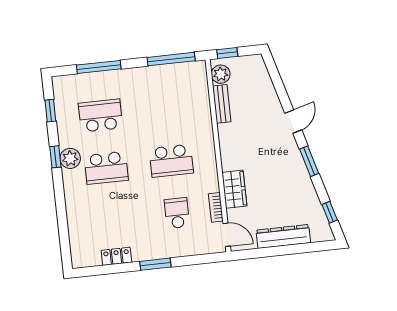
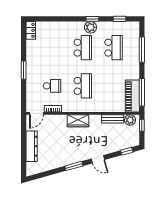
piano: (179, 75) -> (132, 96), added
school desk: (171, 161) -> (83, 86), turned 180
school desk: (106, 168) -> (83, 48), turned 180
wardrobe: (234, 189) -> (78, 121), moved
window: (330, 212) -> (127, 151), moved
locker: (116, 256) -> (31, 30), moved

